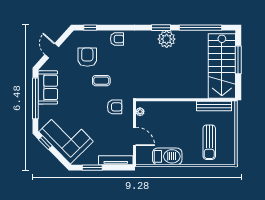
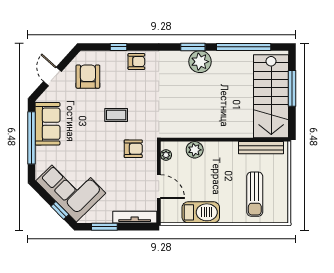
window: (90, 28) -> (118, 47), moved
armchair: (87, 57) -> (88, 77), moved
plant: (162, 108) -> (195, 150), added
window: (45, 143) -> (60, 210), moved

